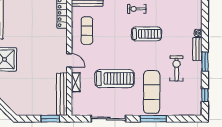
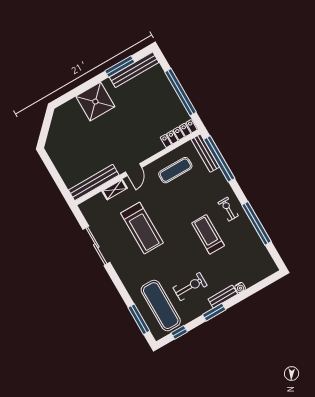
treadmill: (147, 34) -> (208, 234), turned 180
exercise mat: (152, 92) -> (161, 306), moved, turned 90
window: (50, 119) -> (61, 185), removed
window: (153, 119) -> (139, 319), moved

